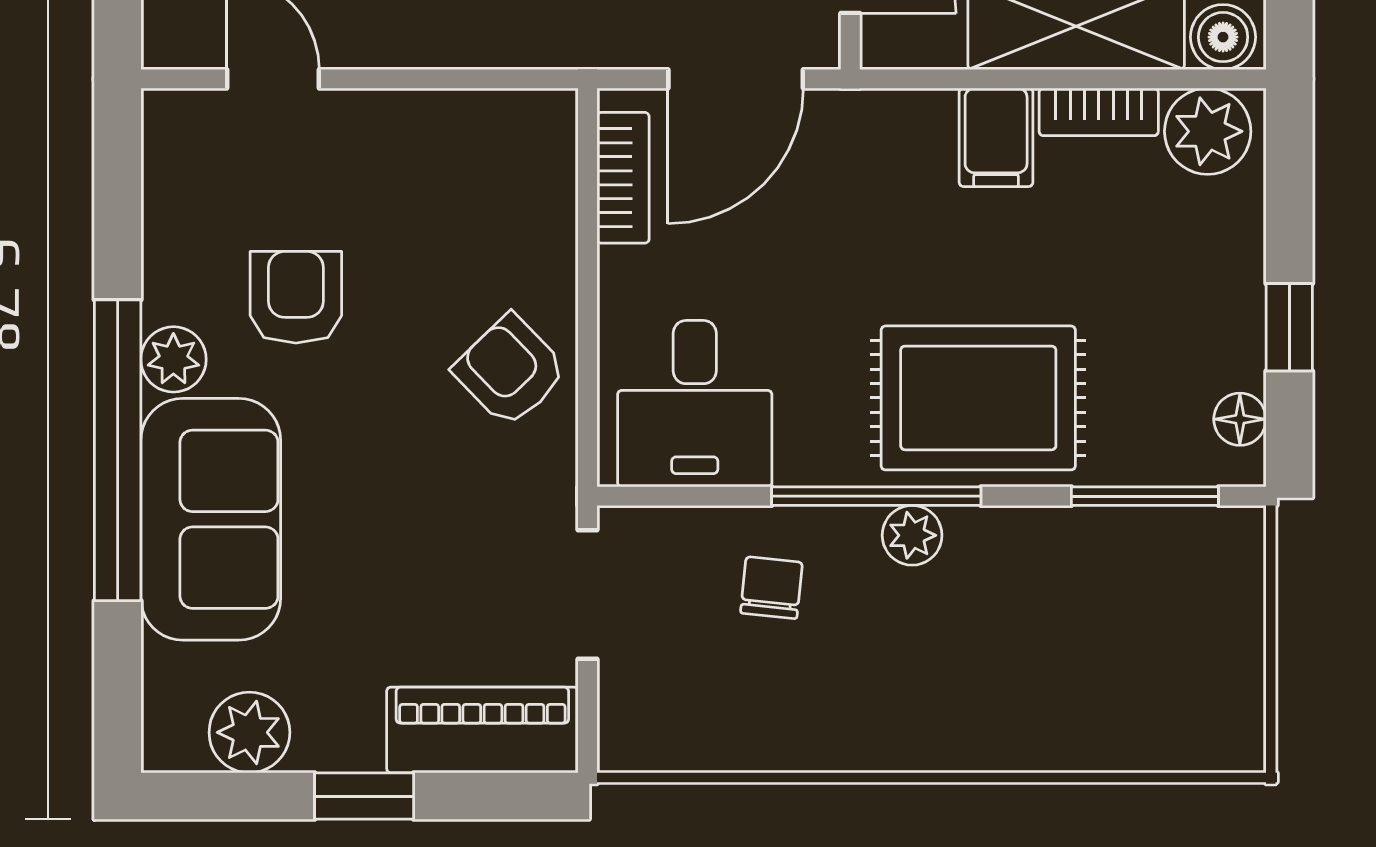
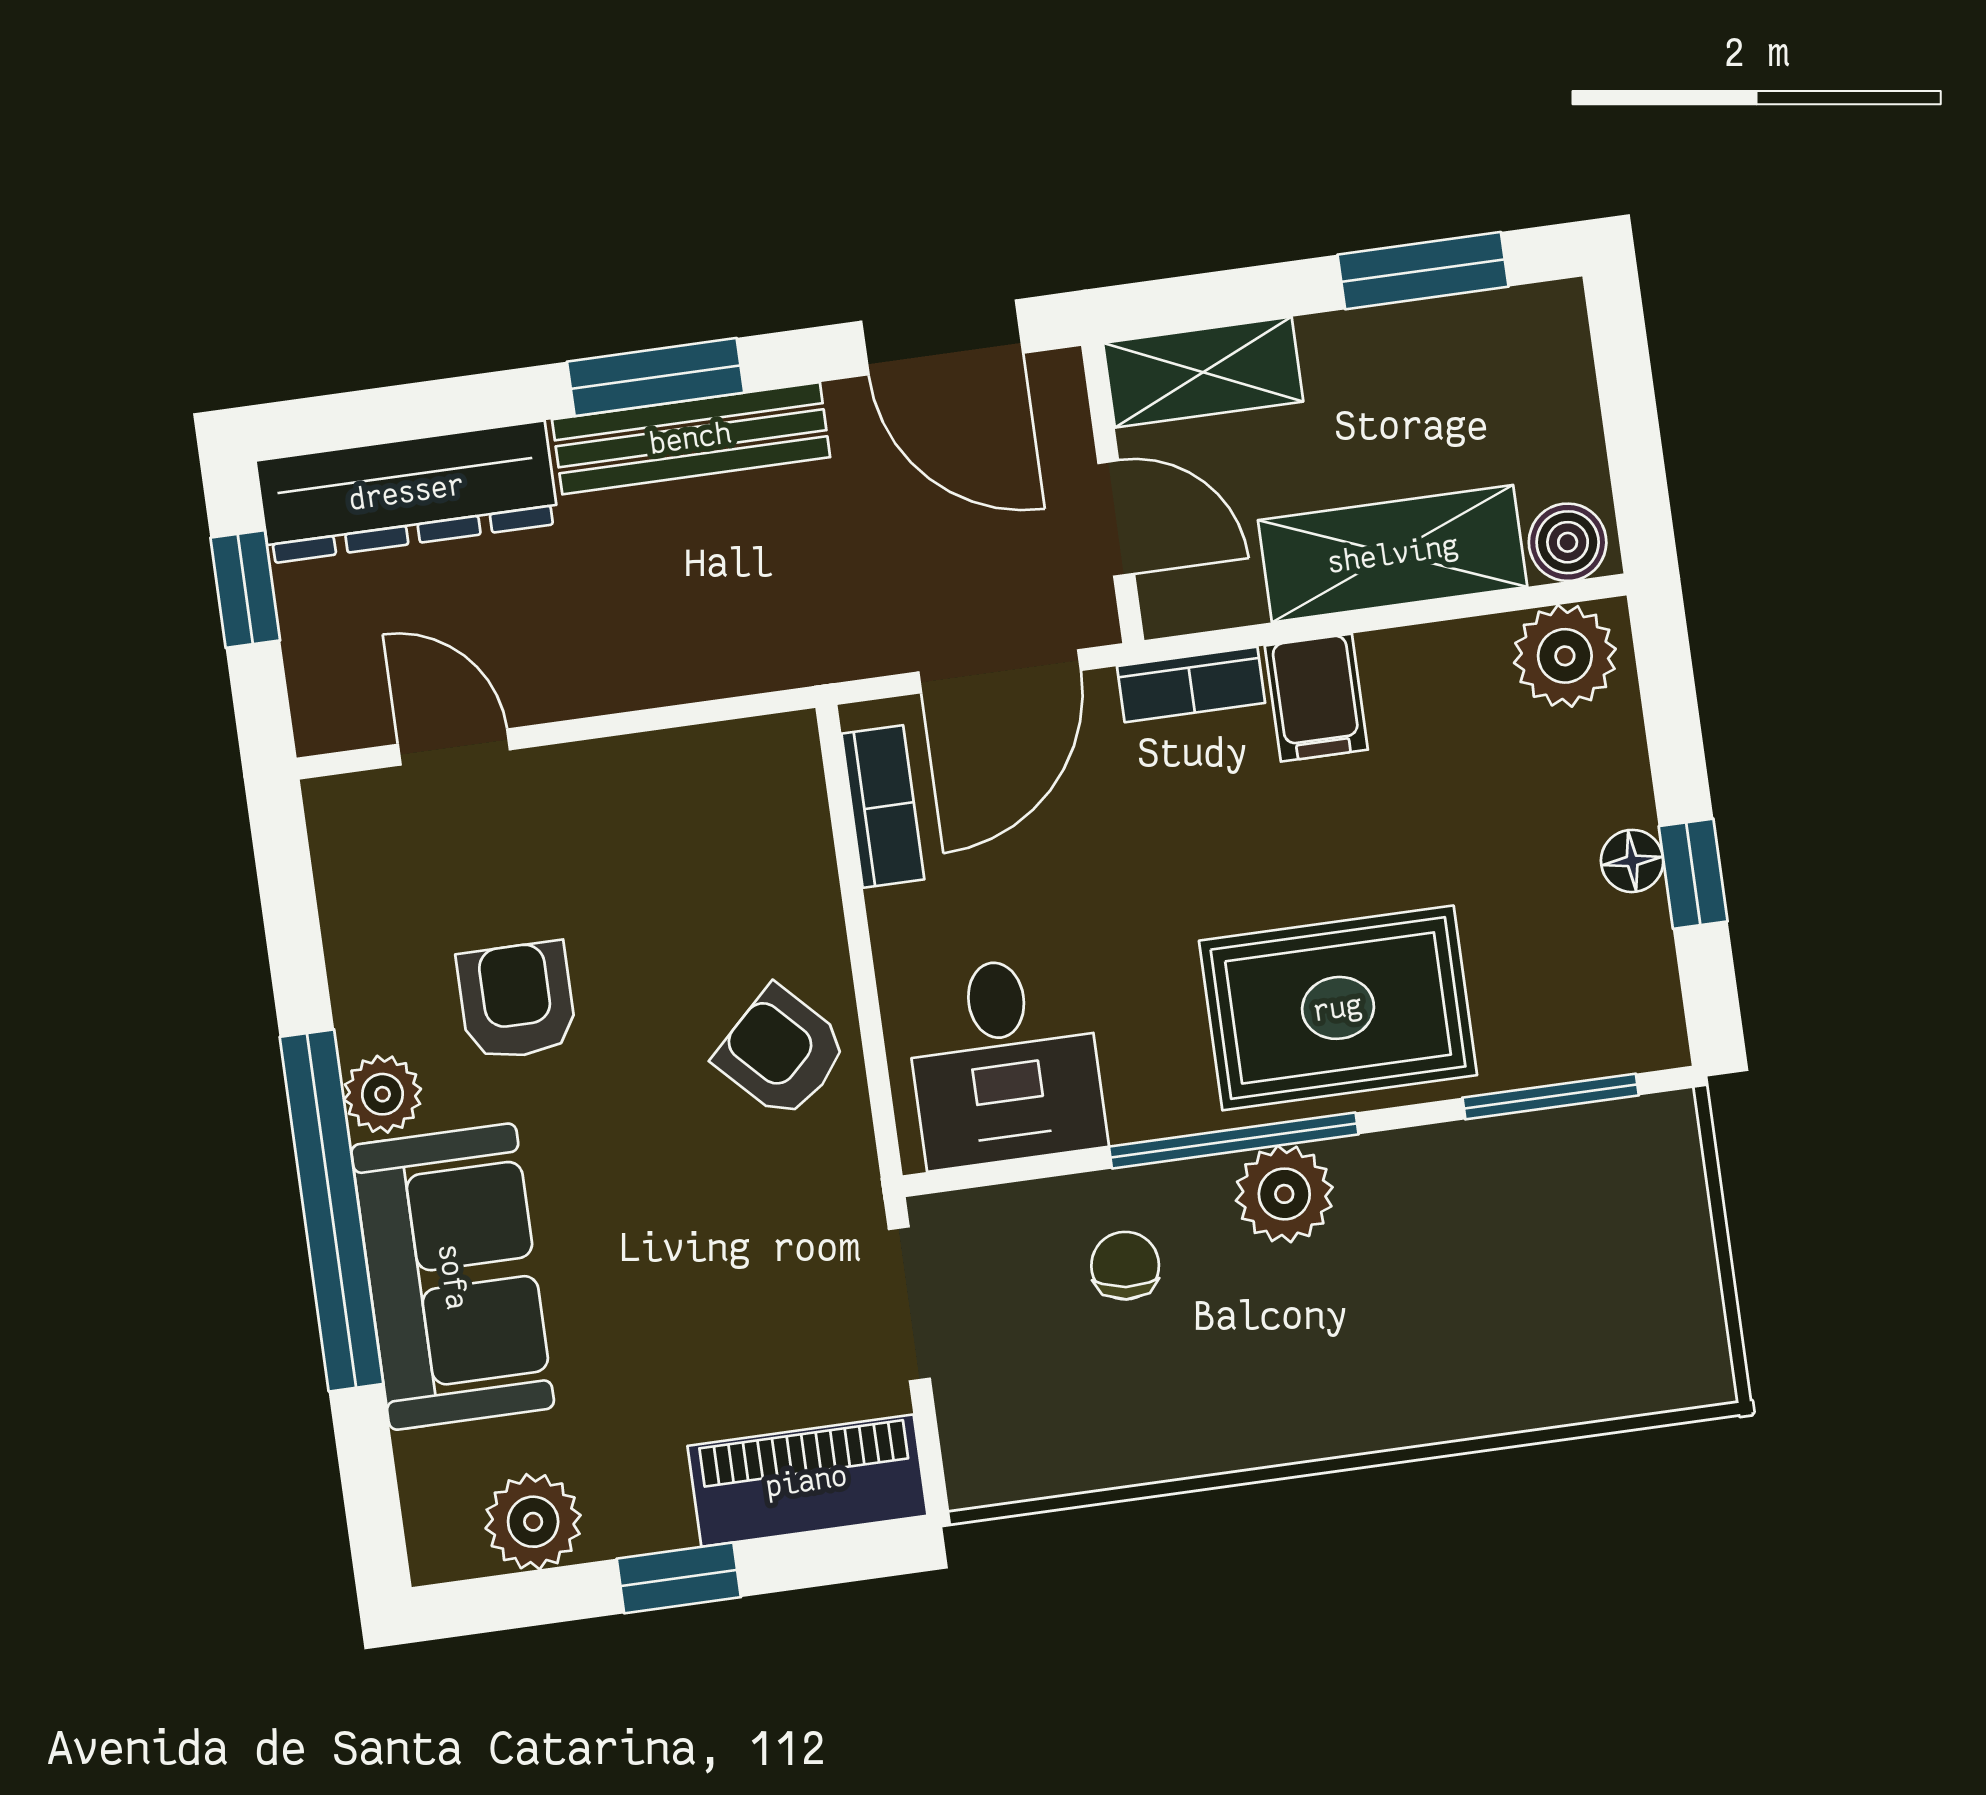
bookcase: (1099, 112) -> (1191, 684), moved
floor lamp: (1240, 419) -> (1632, 861), moved
plant: (912, 535) -> (1284, 1194), width x1.38, depth x1.38

